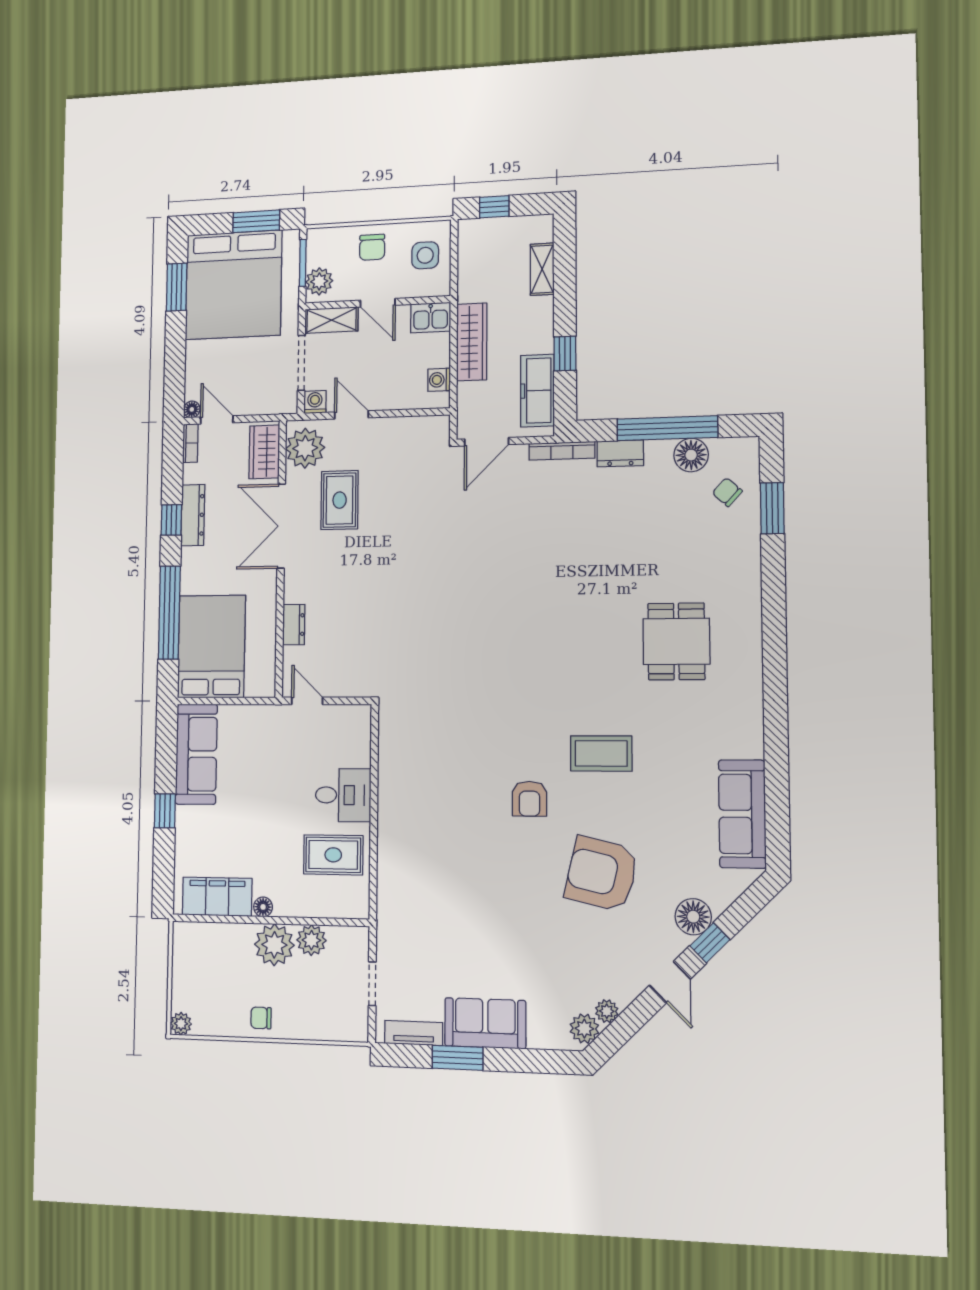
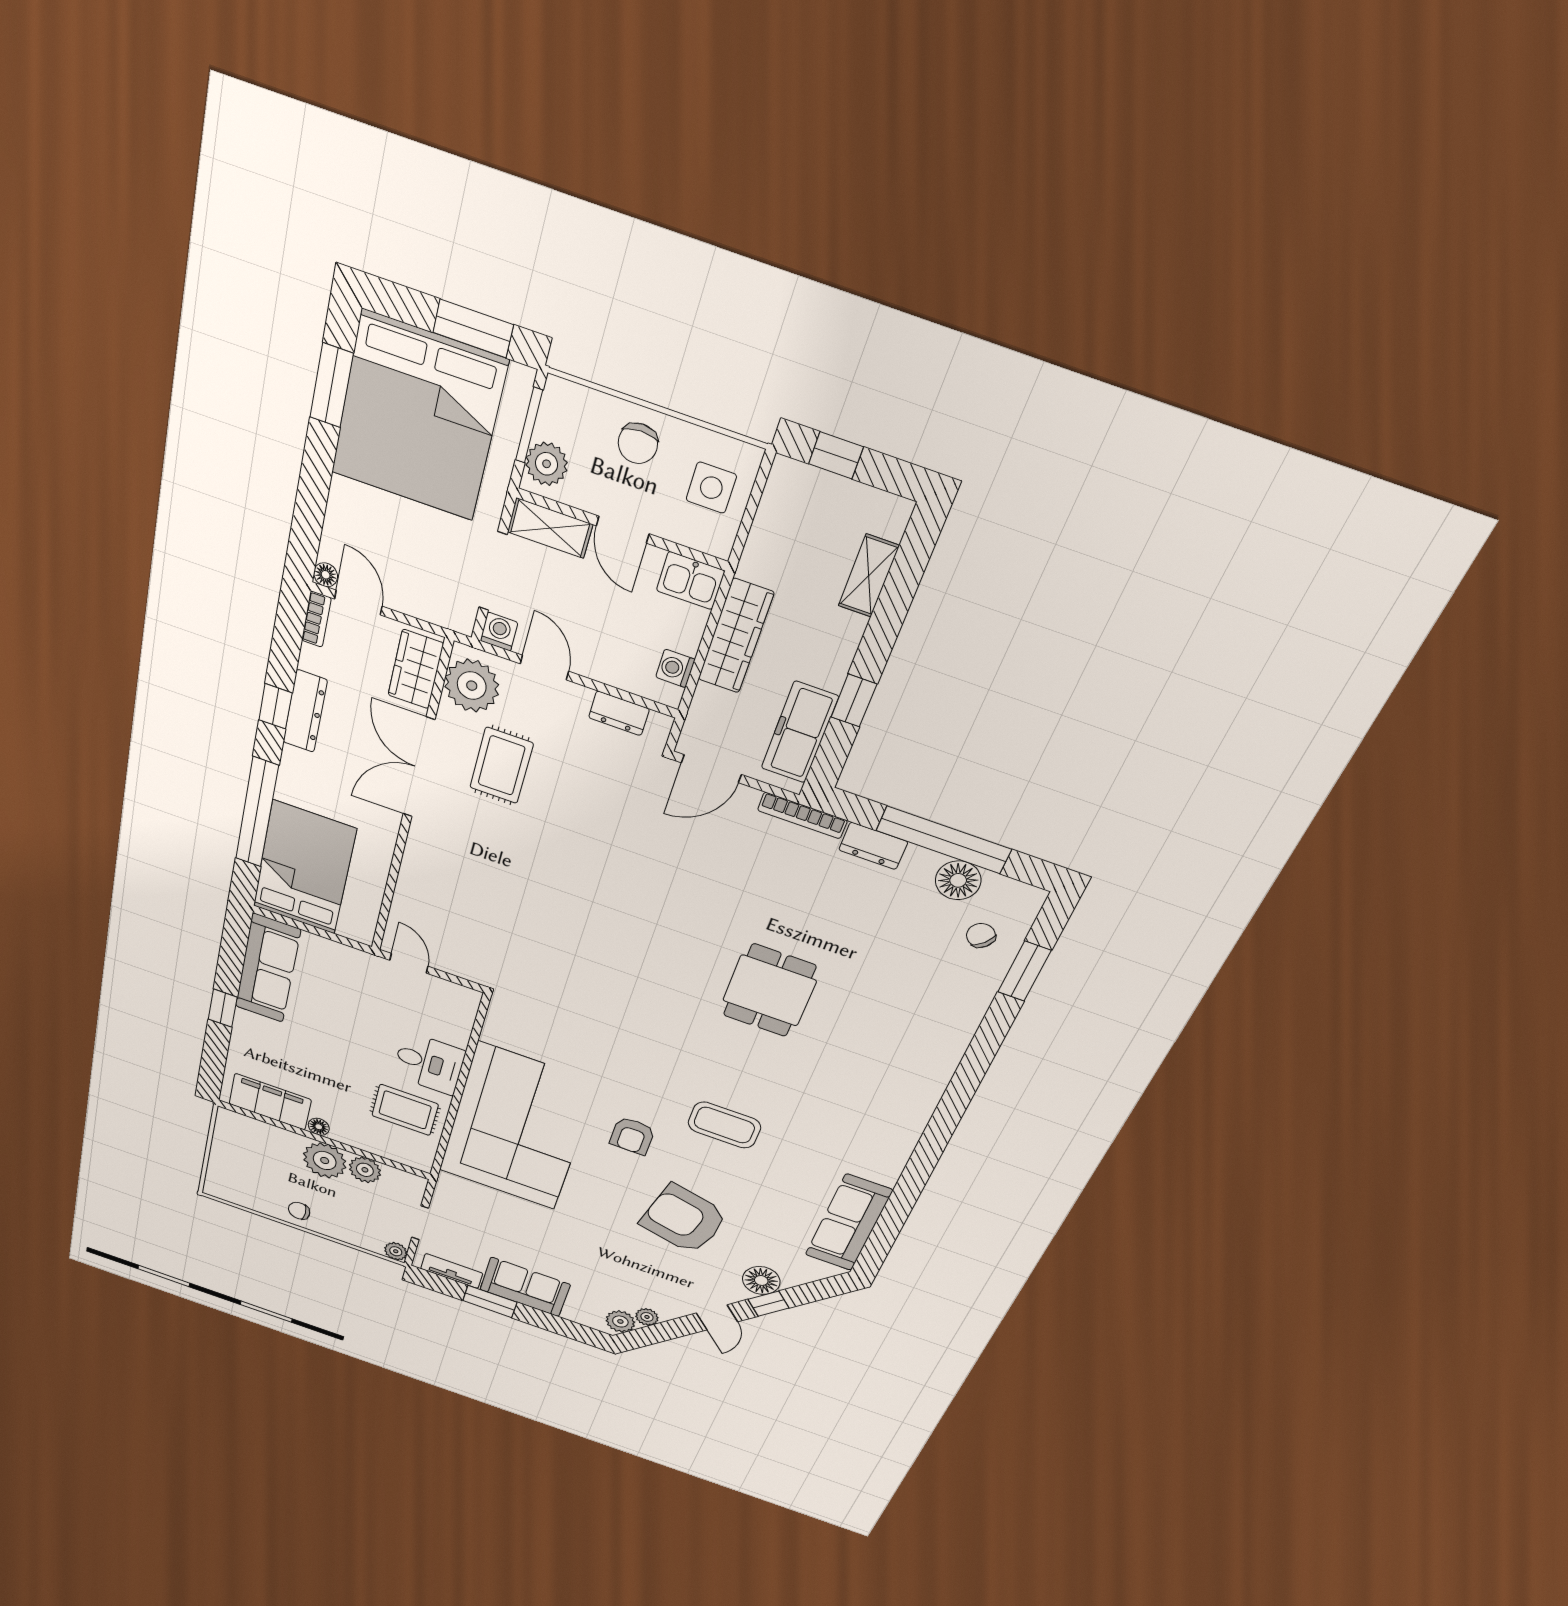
dresser: (294, 625) -> (619, 713), moved, turned 90
dining table: (676, 641) -> (769, 991), moved
corner sofa: (431, 832) -> (517, 1127), added
plant: (181, 1024) -> (396, 1251), moved

